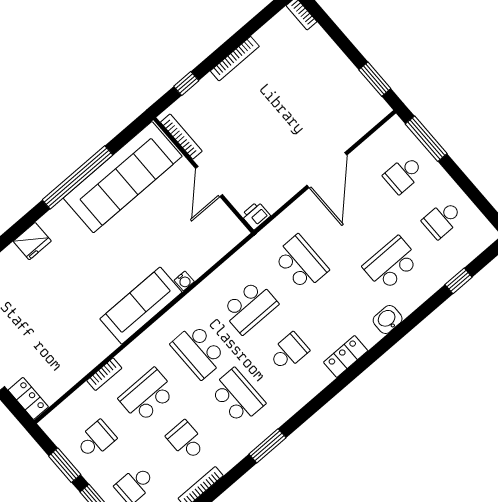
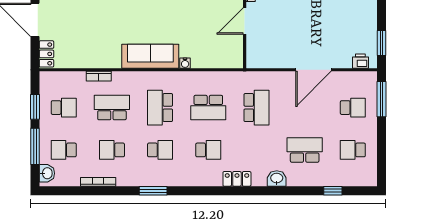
school desk: (403, 174) -> (353, 108), turned 180
printer: (256, 215) -> (360, 61), moved
school desk: (237, 396) -> (160, 150), width x0.54
school desk: (186, 441) -> (112, 150), turned -90

